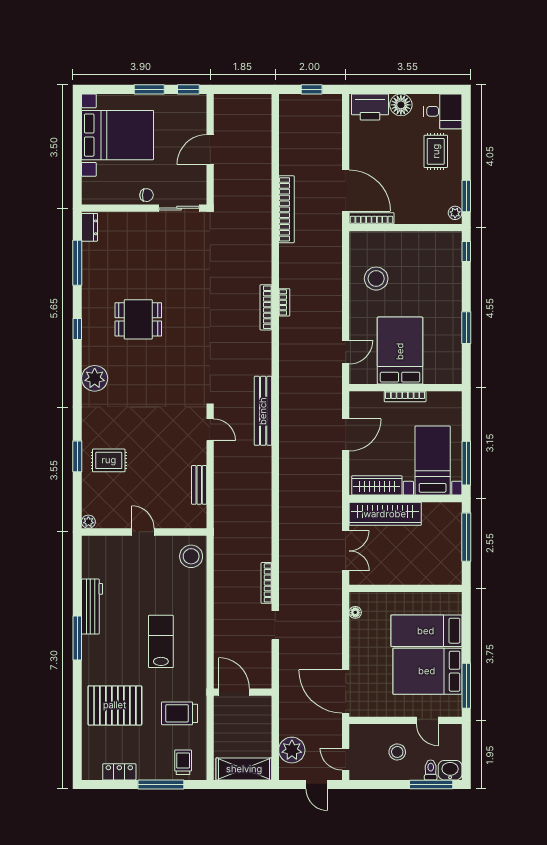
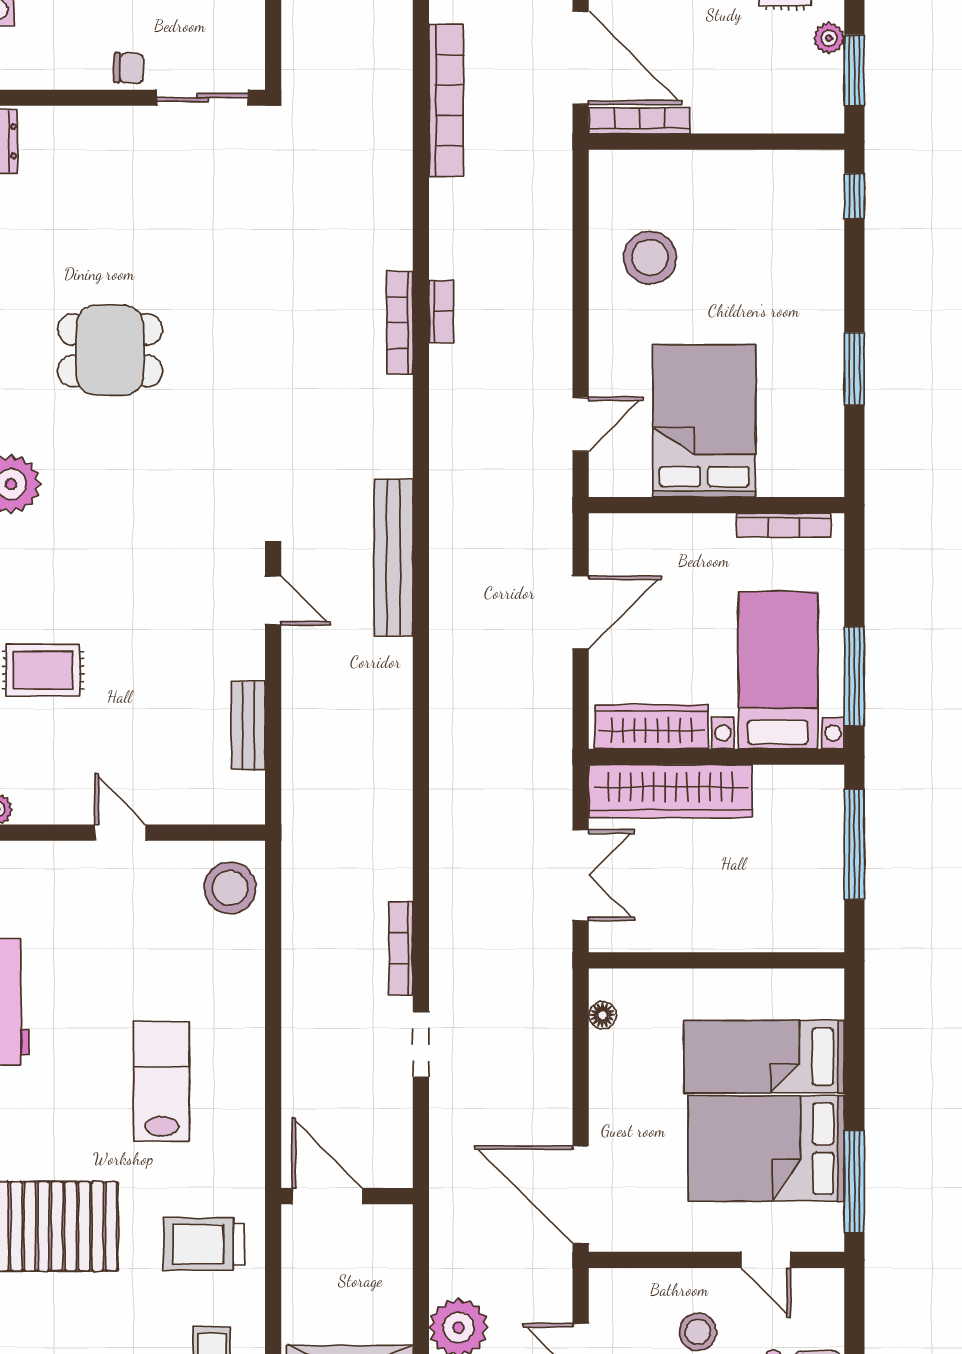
plant: (455, 213) -> (829, 38), moved
bookcase: (405, 397) -> (784, 525), moved

